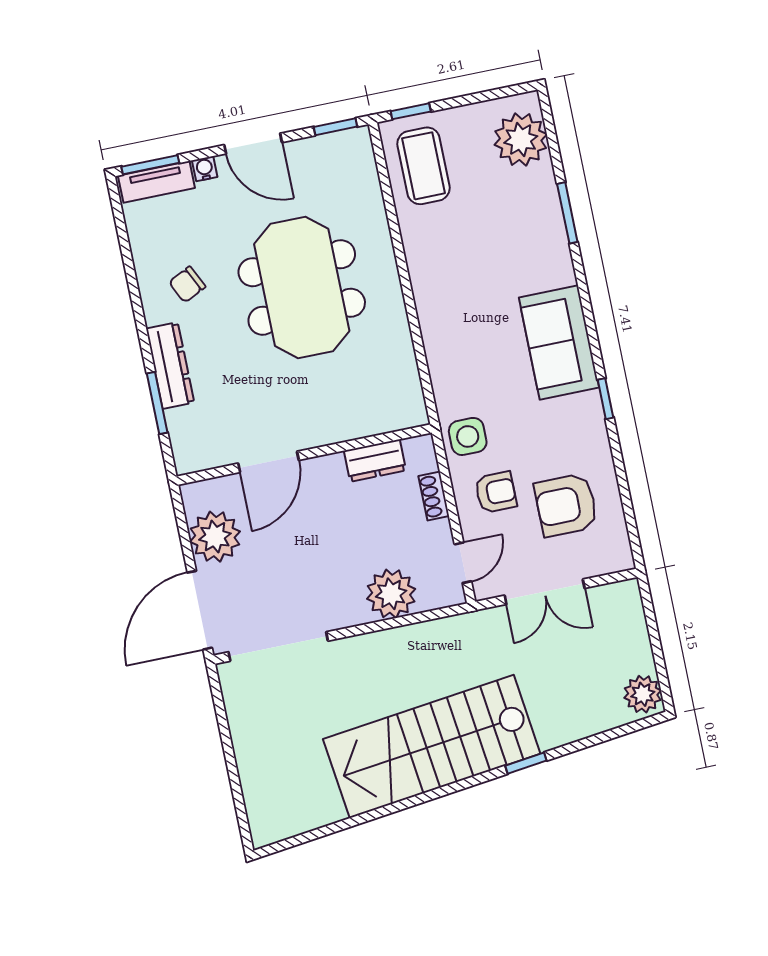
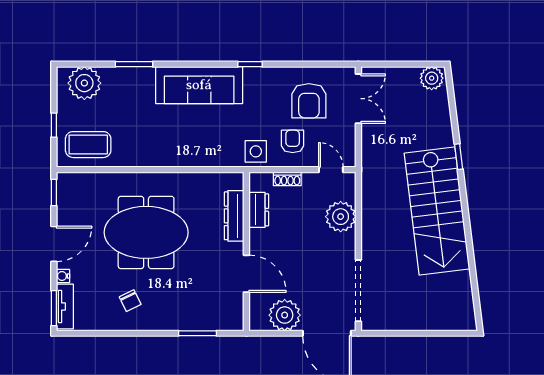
window: (411, 111) -> (54, 125), moved
sofa: (559, 343) -> (199, 85), width x1.36
dresser: (170, 366) -> (234, 216), moved, turned -90
double door: (545, 592) -> (358, 99), moved

